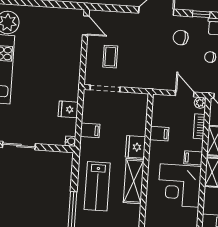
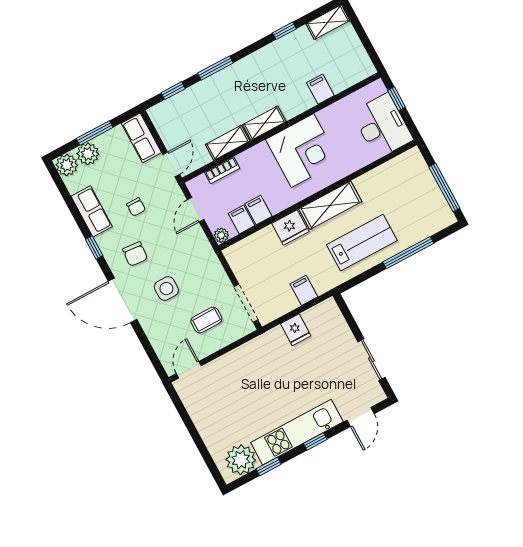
side table: (146, 44) -> (166, 289), added
plant: (200, 103) -> (221, 235), moved
water cooler: (71, 141) -> (330, 305), removed
filing cabinet: (193, 158) -> (241, 220), moved, turned 180

